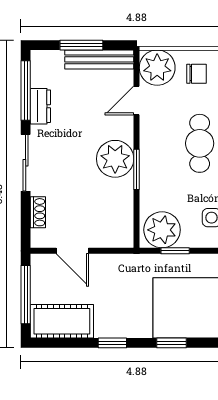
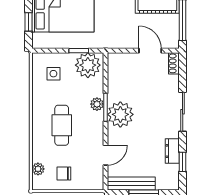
plant: (157, 68) -> (97, 104), moved, width x0.53, depth x0.53
window: (26, 91) -> (183, 162), width x0.46
shoe rack: (38, 212) -> (174, 63), moved

